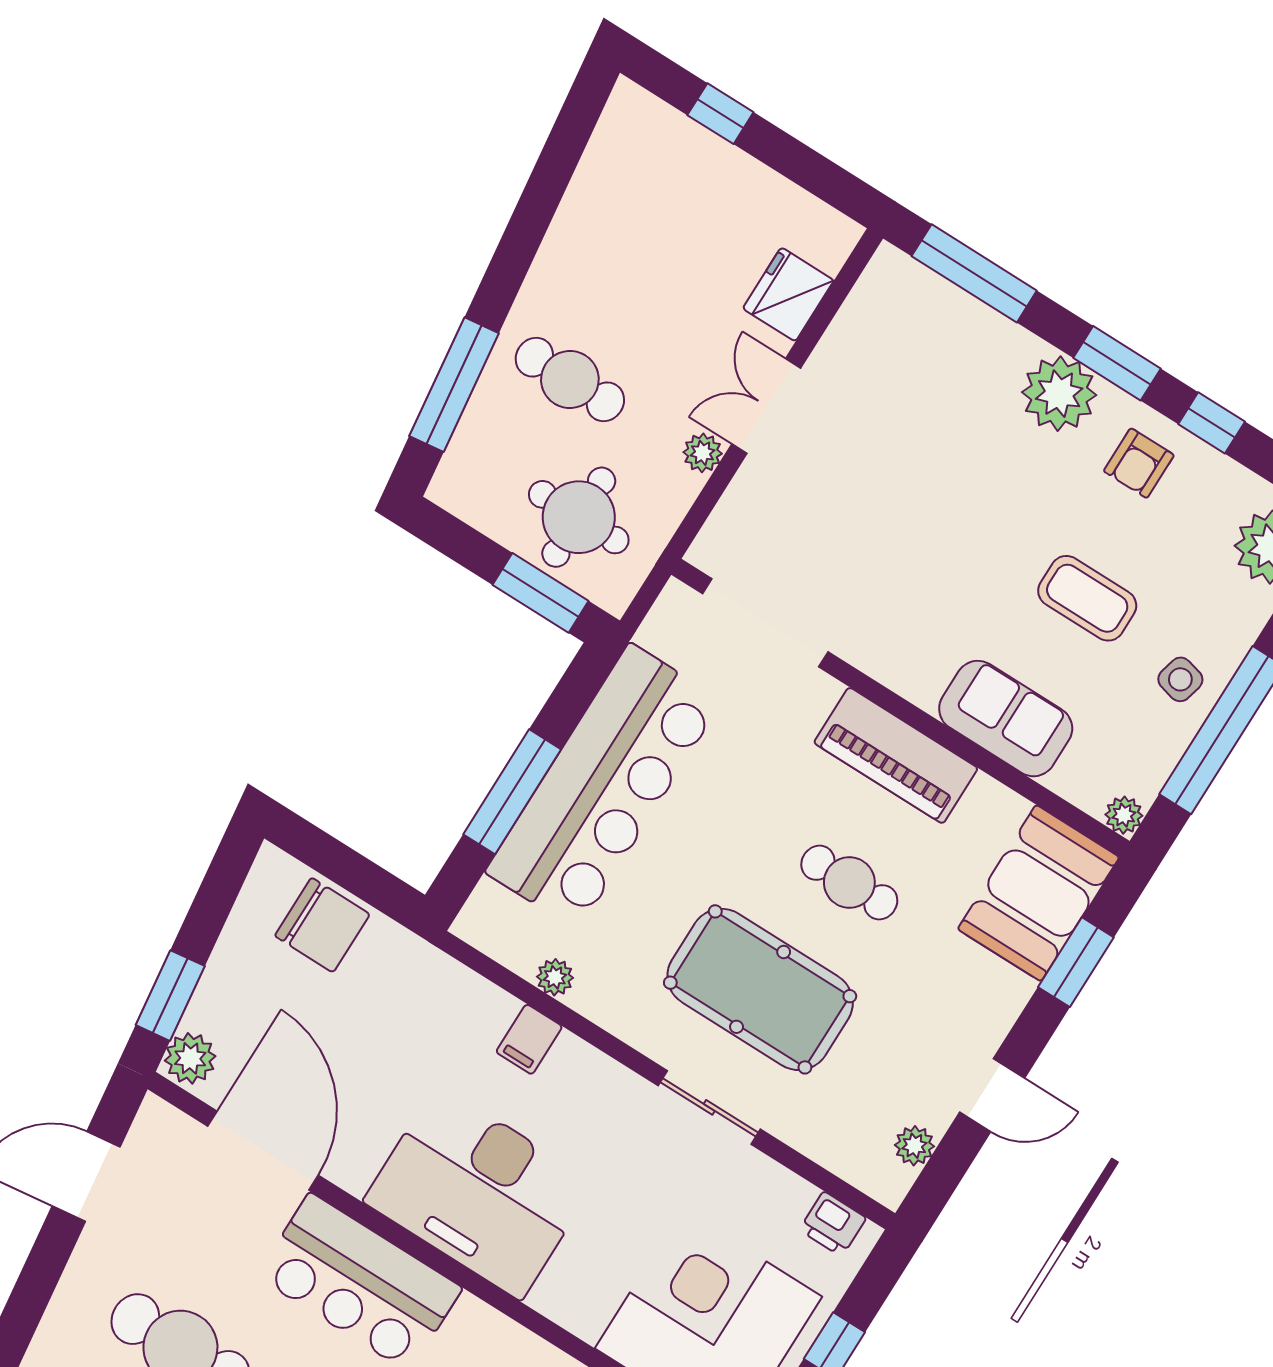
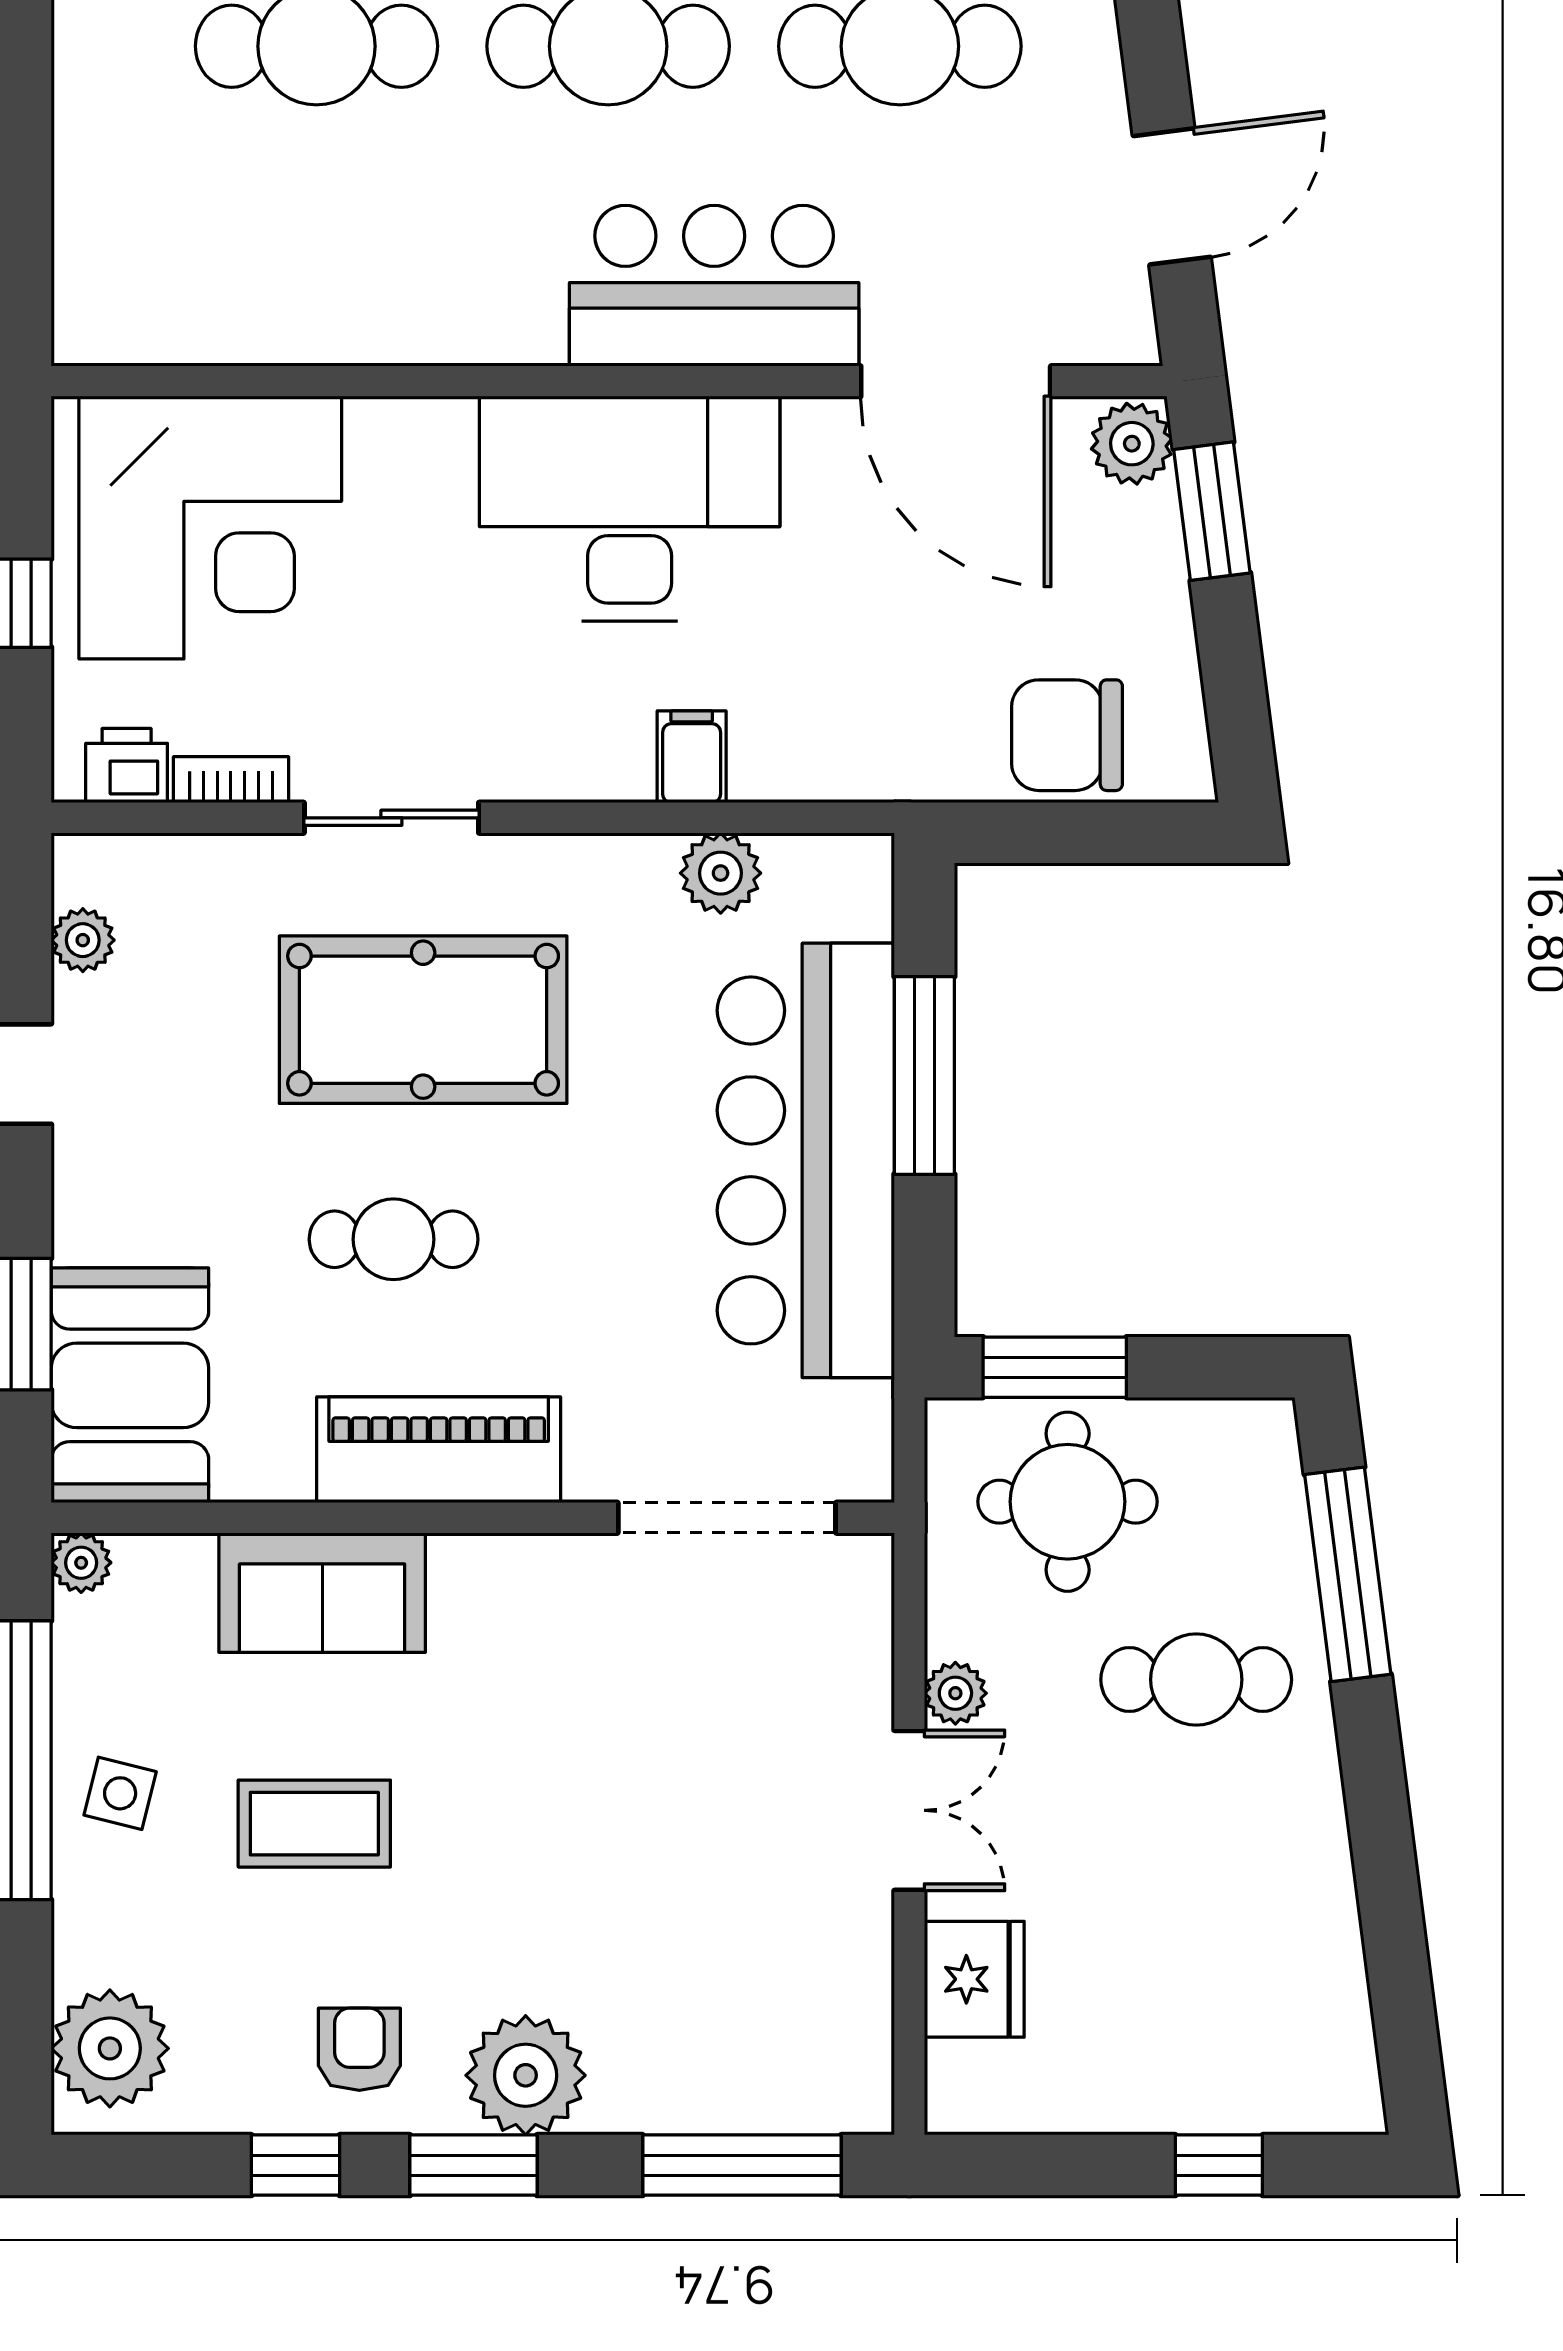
plant: (555, 977) -> (721, 873), width x1.38, depth x1.38
bookcase: (782, 1181) -> (231, 780), added

